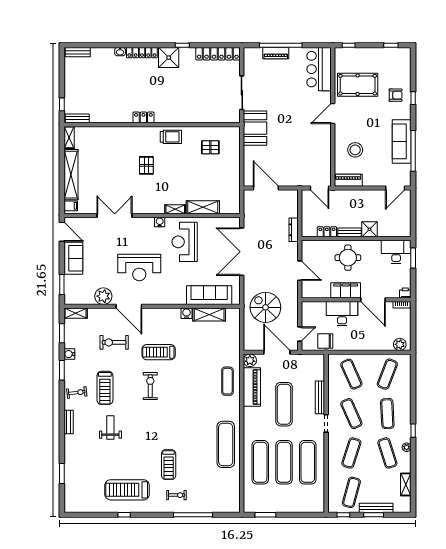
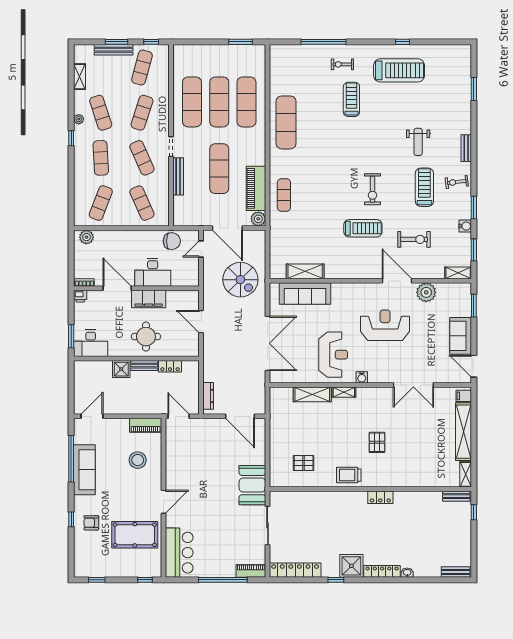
piano: (276, 53) -> (251, 571), moved
dresser: (294, 230) -> (208, 396), moved
water cooler: (187, 313) -> (331, 273), removed

